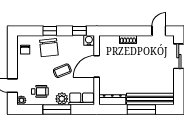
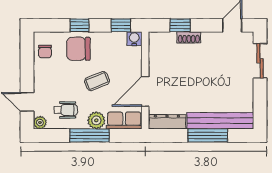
window: (122, 31) -> (180, 25), added
chair: (49, 48) -> (78, 49), turned 96
door: (97, 66) -> (145, 91), moved

